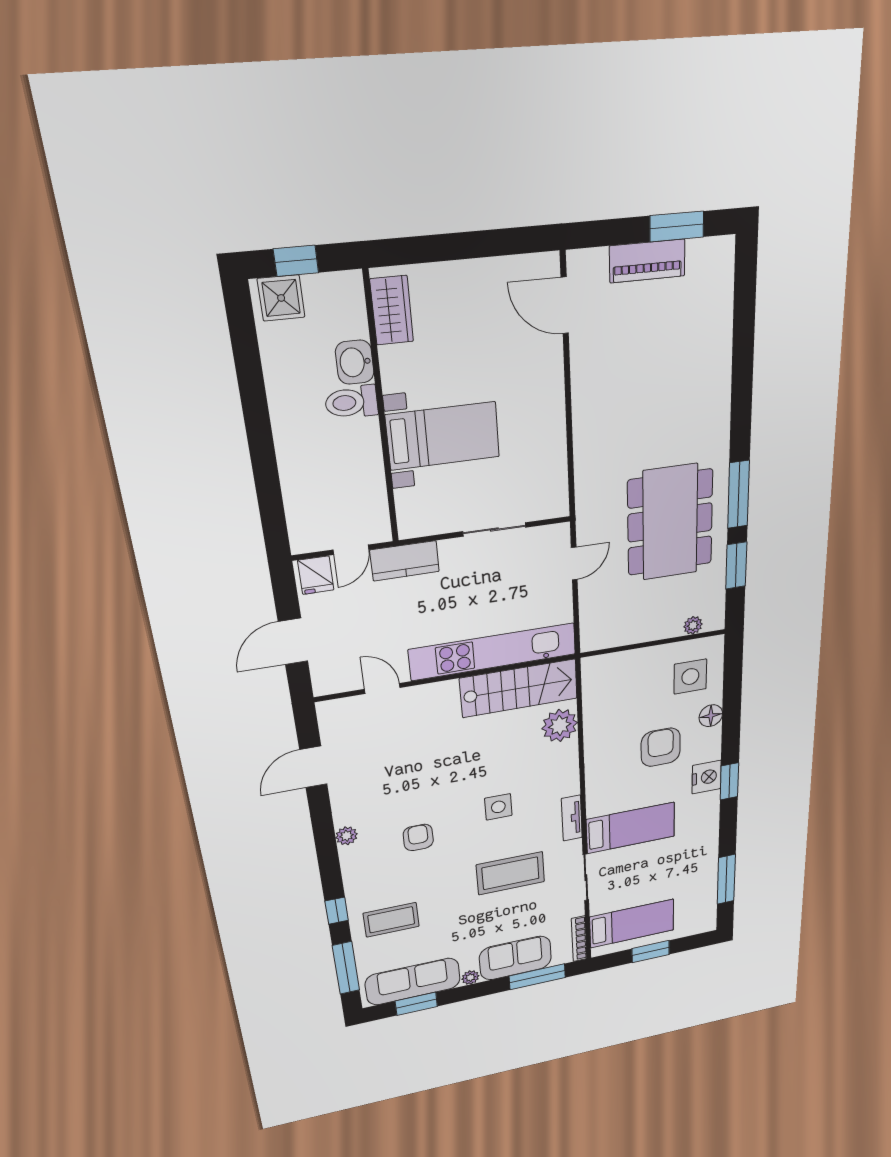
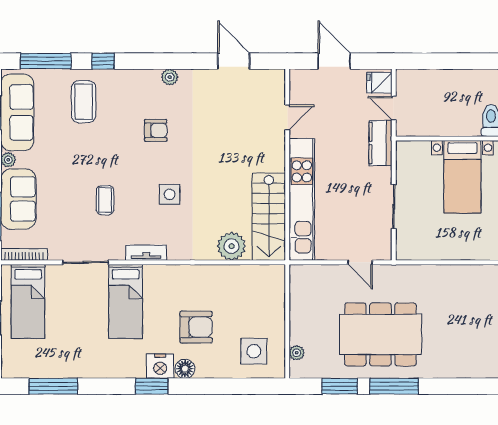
floor lamp: (711, 716) -> (185, 369), moved
coffee table: (511, 873) -> (105, 200), width x0.54, depth x0.58

